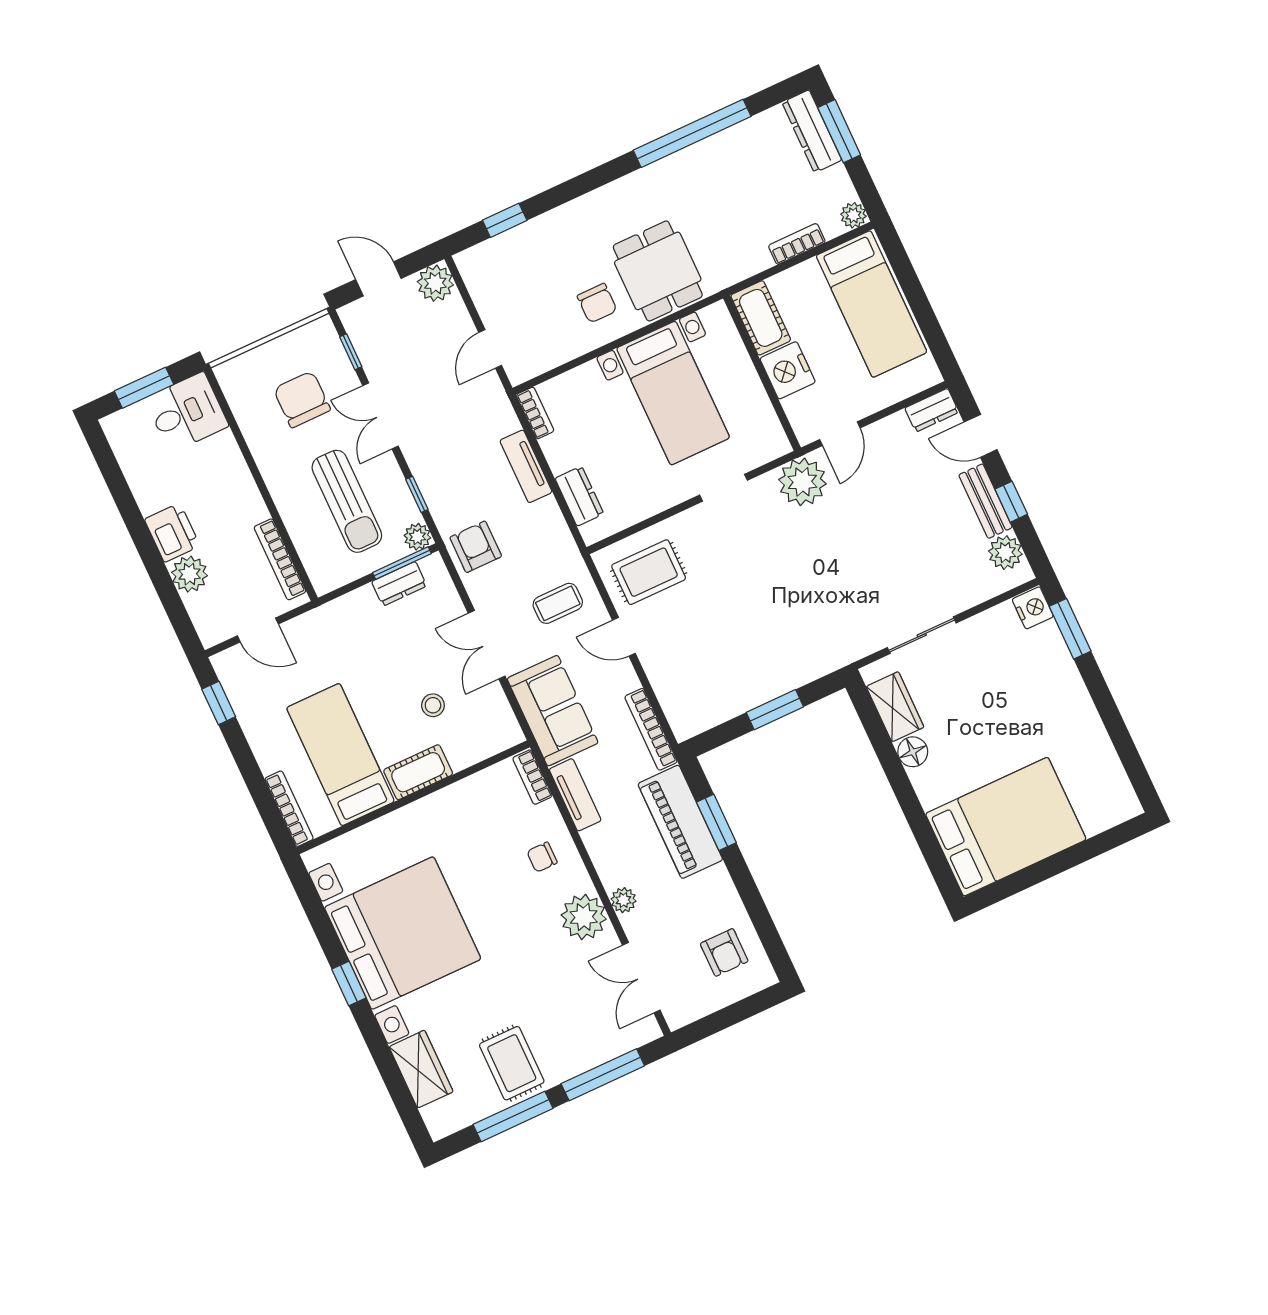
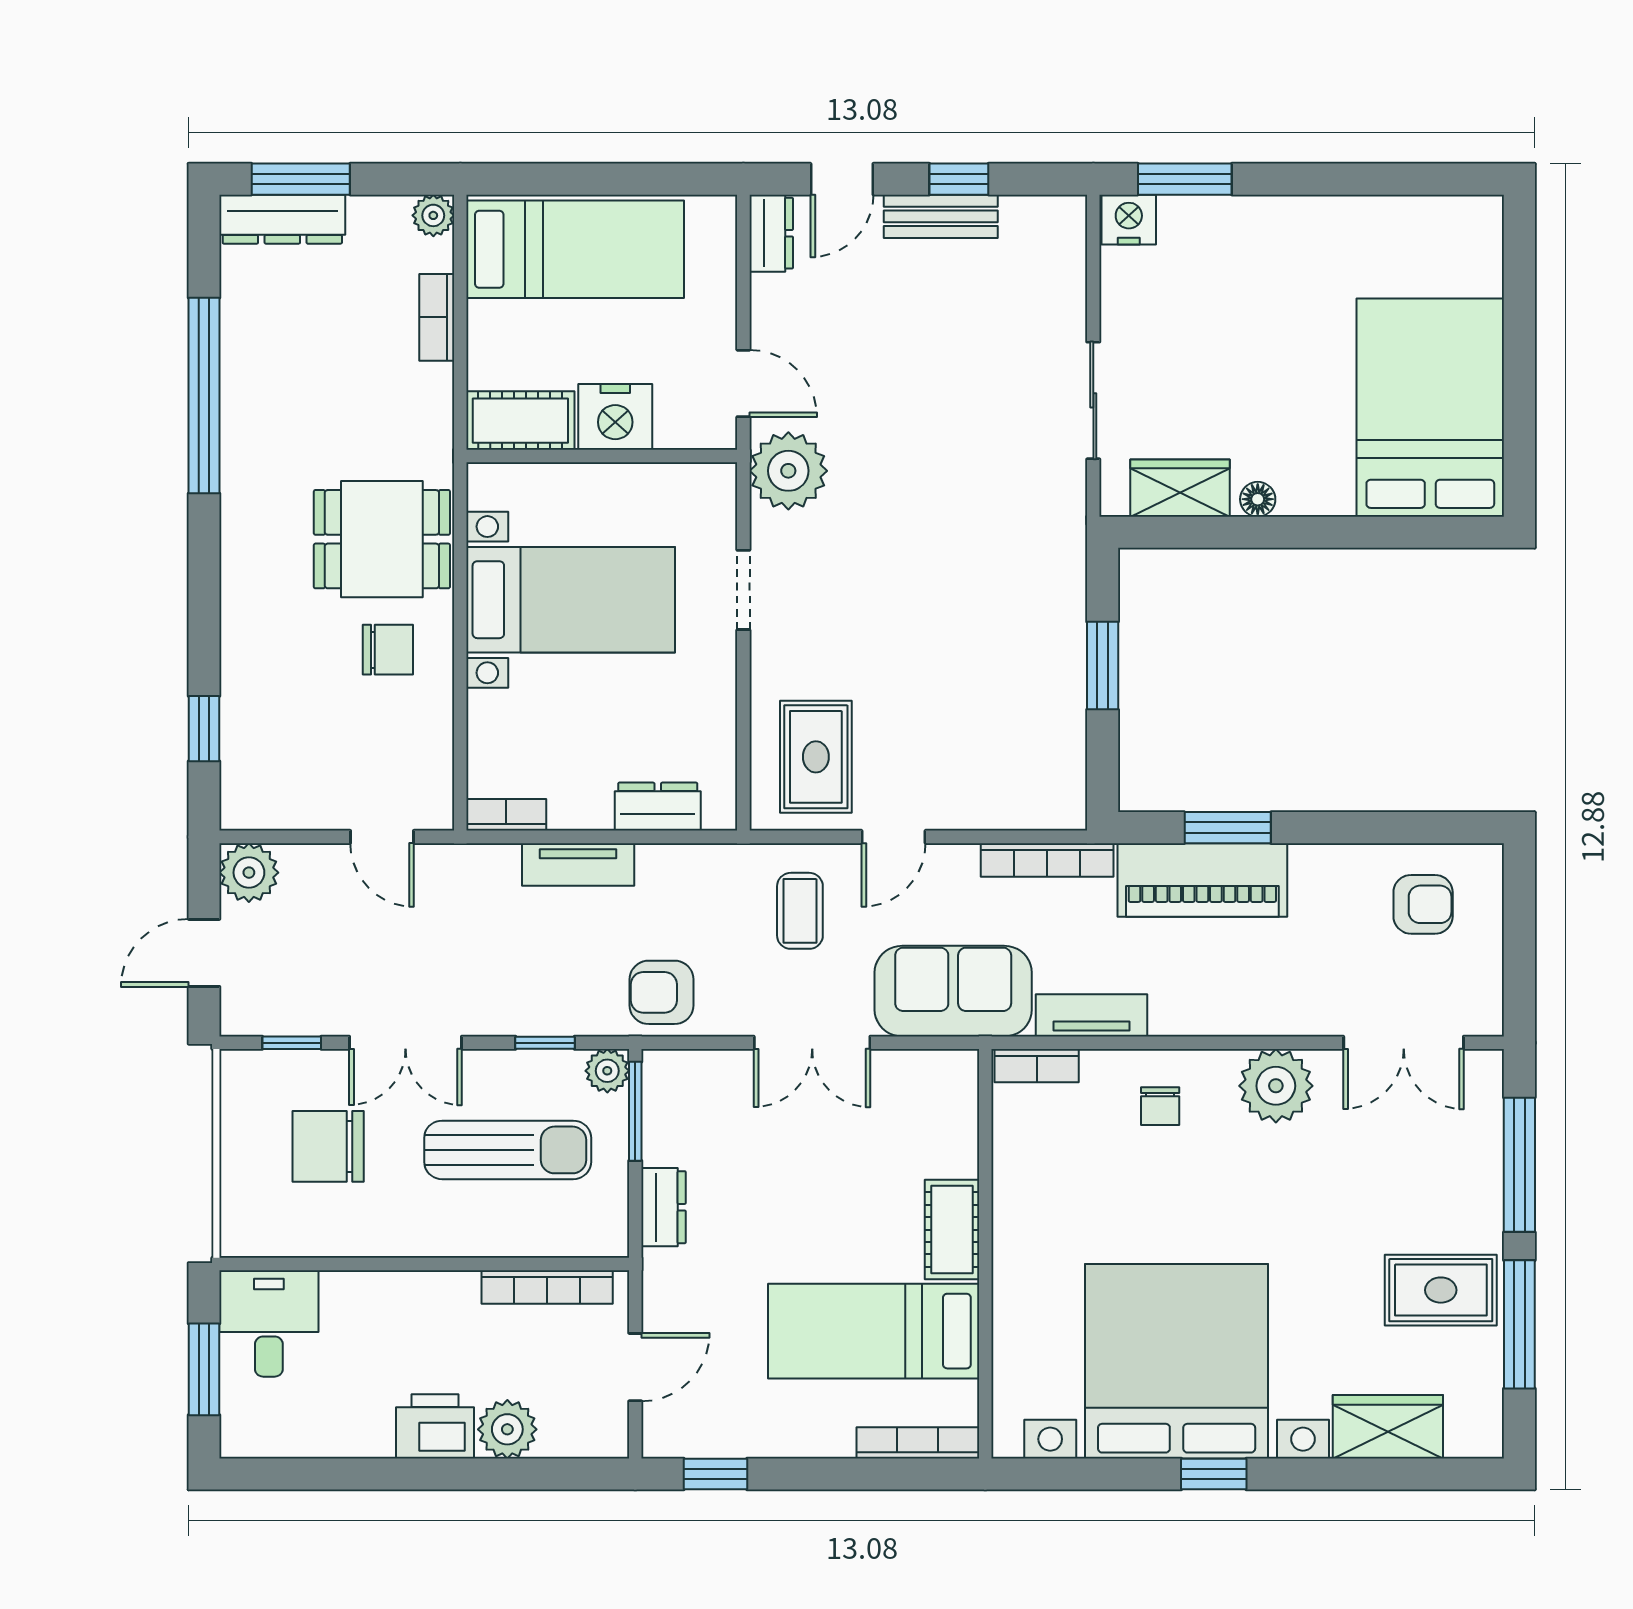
plant: (1005, 553) -> (1029, 222), removed
dresser: (399, 584) -> (664, 1207), moved
stool: (433, 705) -> (864, 1162), removed
floor lamp: (913, 752) -> (1258, 499), width x0.73, depth x0.73
plant: (623, 900) -> (1278, 1016), removed

